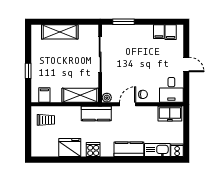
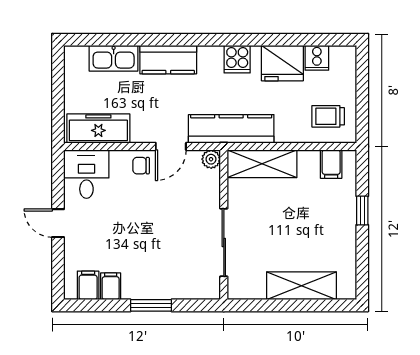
window: (124, 22) -> (151, 305), moved
kitchen counter: (96, 113) -> (231, 129), width x1.50
freezer: (170, 114) -> (98, 128), width x1.40
cooker: (177, 150) -> (317, 58), moved

